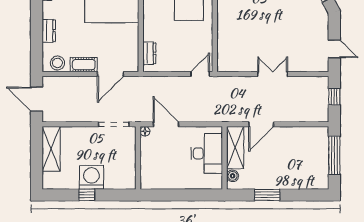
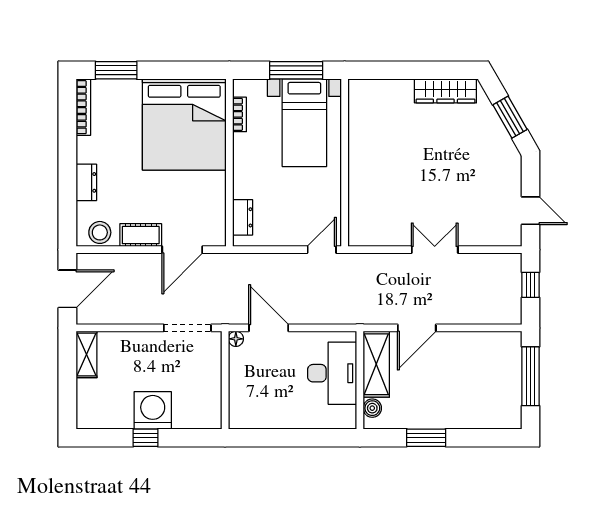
door: (37, 99) -> (67, 289), swing flipped
shelving: (51, 149) -> (87, 354), width x0.67, depth x0.75

